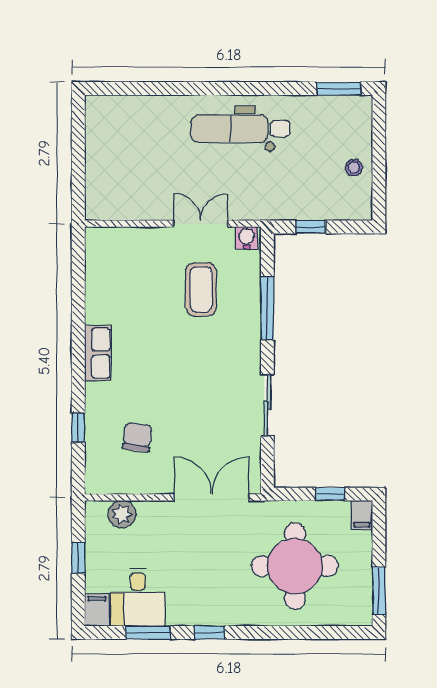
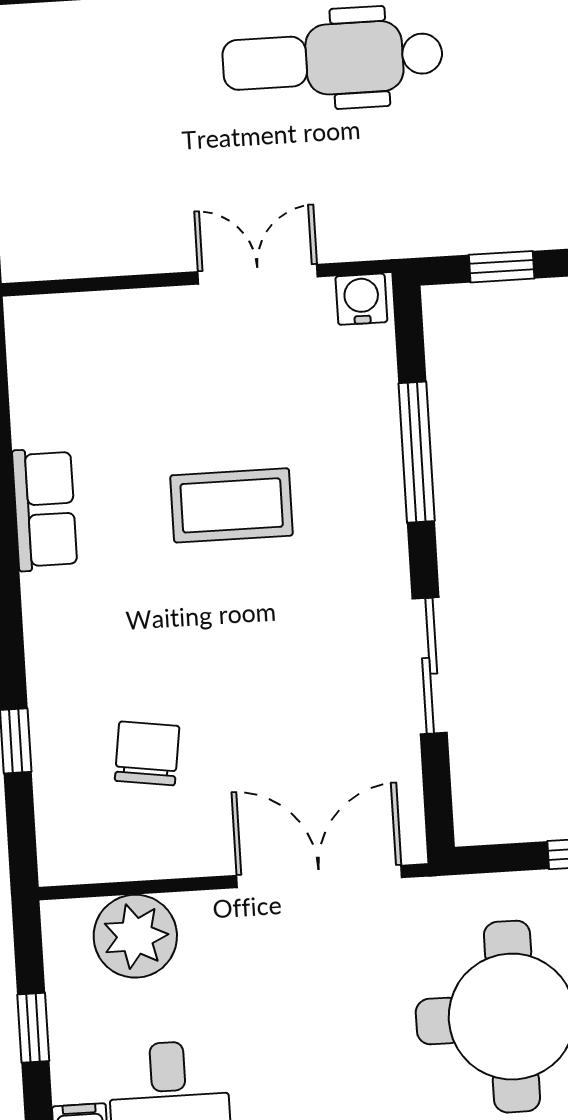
coffee table: (201, 289) -> (232, 505), moved, turned 90
row of seats: (98, 353) -> (45, 509), moved
plant: (122, 514) -> (135, 936), width x1.36, depth x1.36

